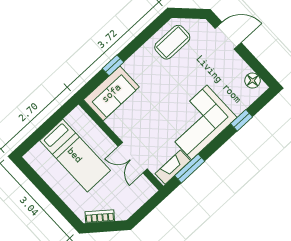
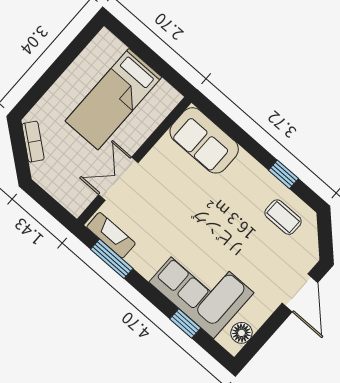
coffee table: (172, 42) -> (283, 217), width x0.73, depth x0.77
window: (113, 65) -> (283, 174), moved
corner sofa: (199, 122) -> (201, 287), moved

